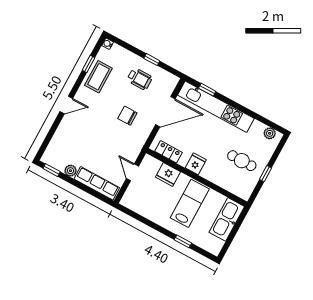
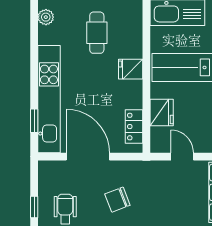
chair: (127, 116) -> (117, 200), turned 69
fridge: (196, 164) -> (131, 69), moved
door: (132, 172) -> (182, 157), swing flipped

